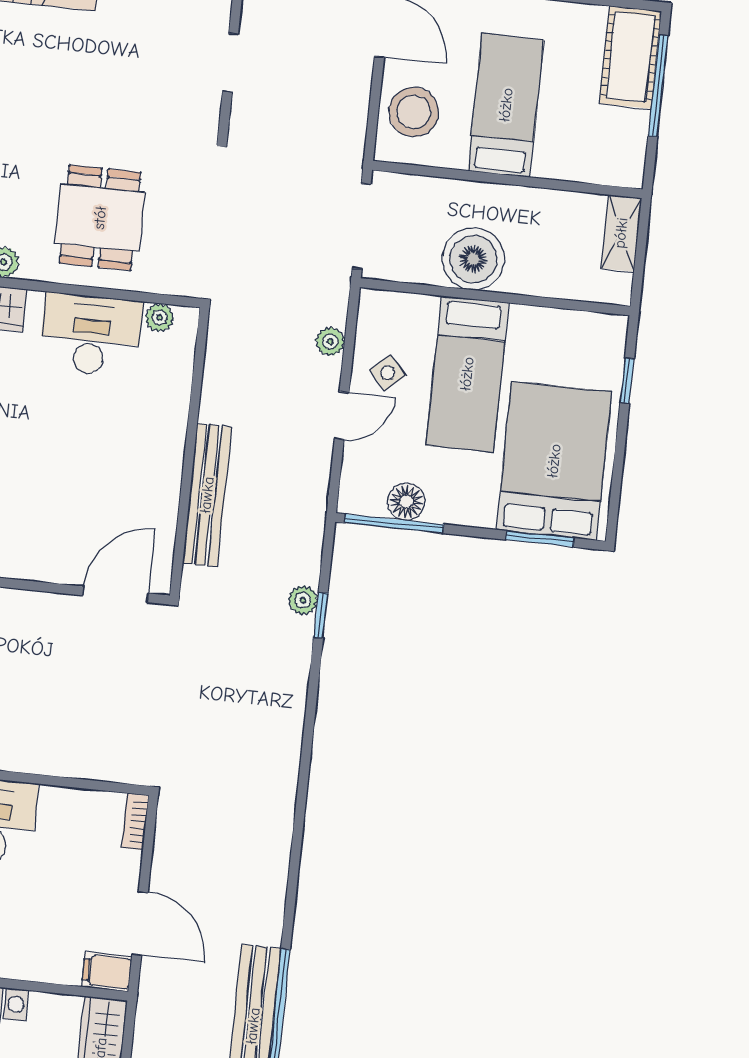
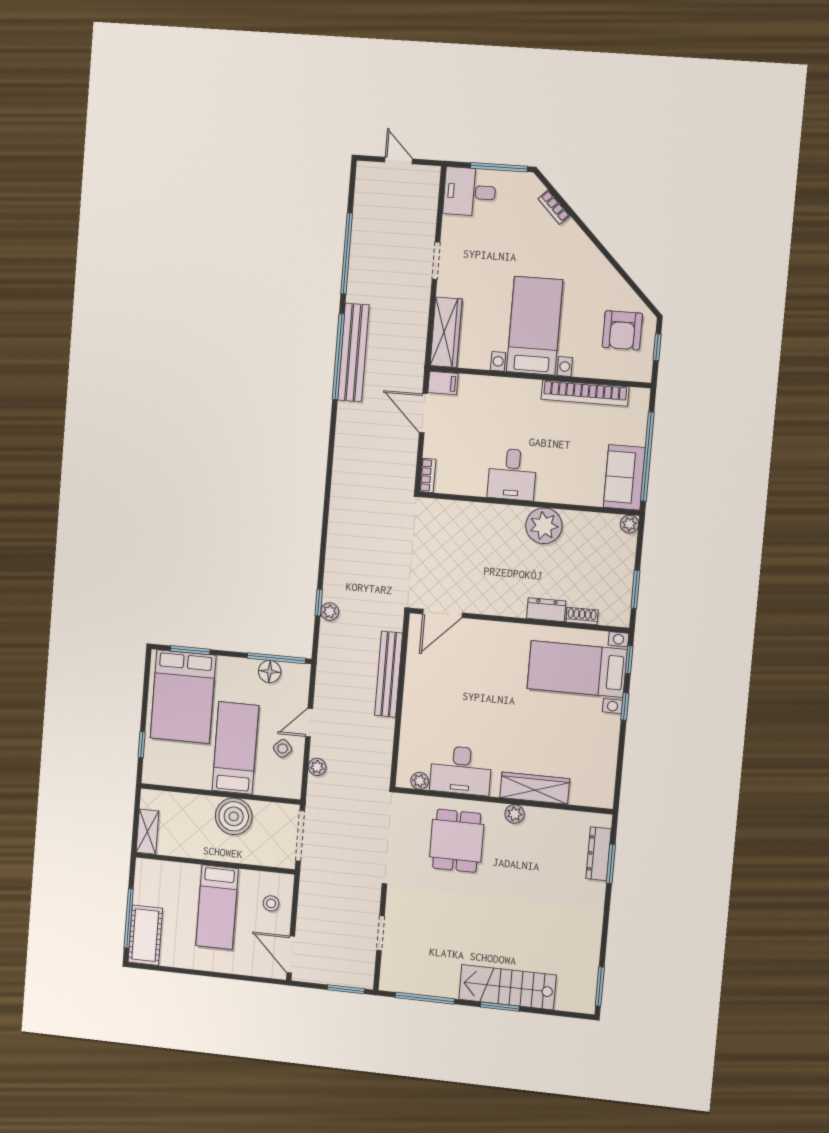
stool: (414, 112) -> (271, 903), width x0.53, depth x0.53

